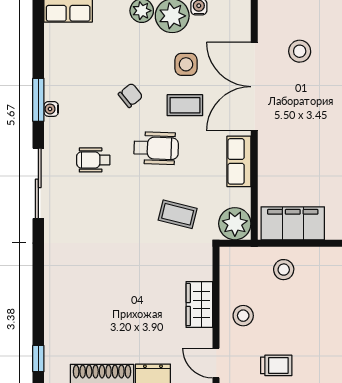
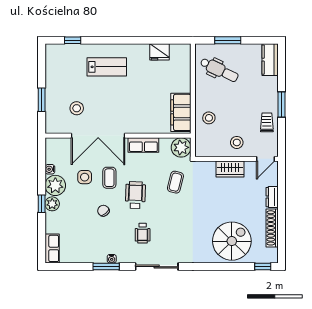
spiral stairs: (80, 307) -> (232, 241), added

